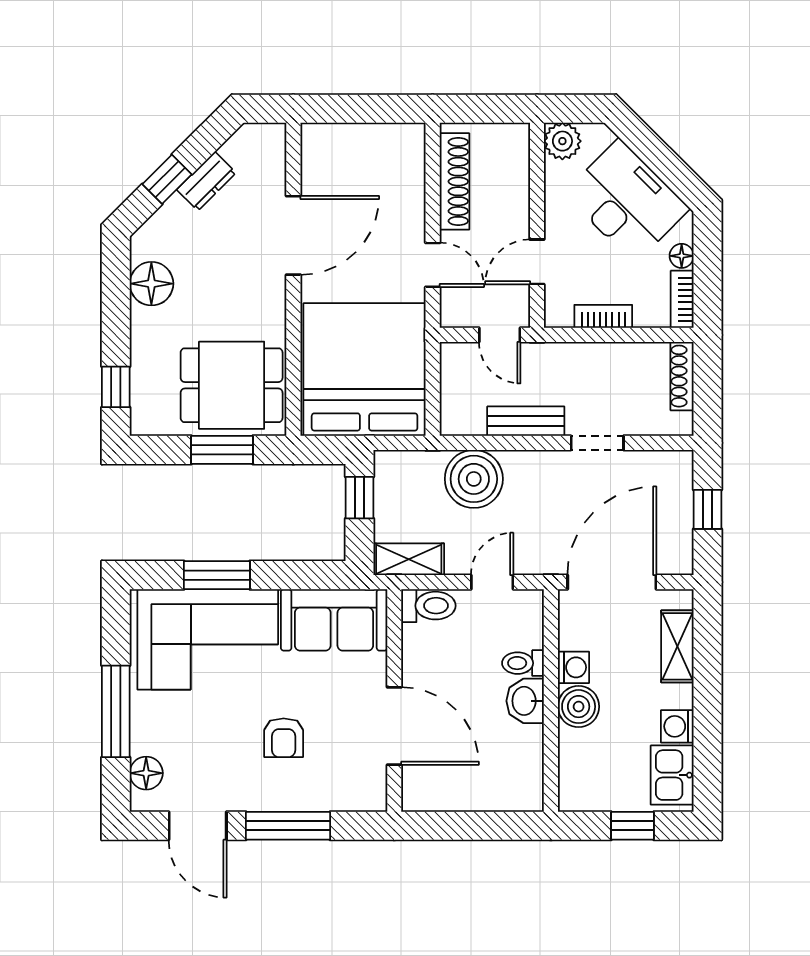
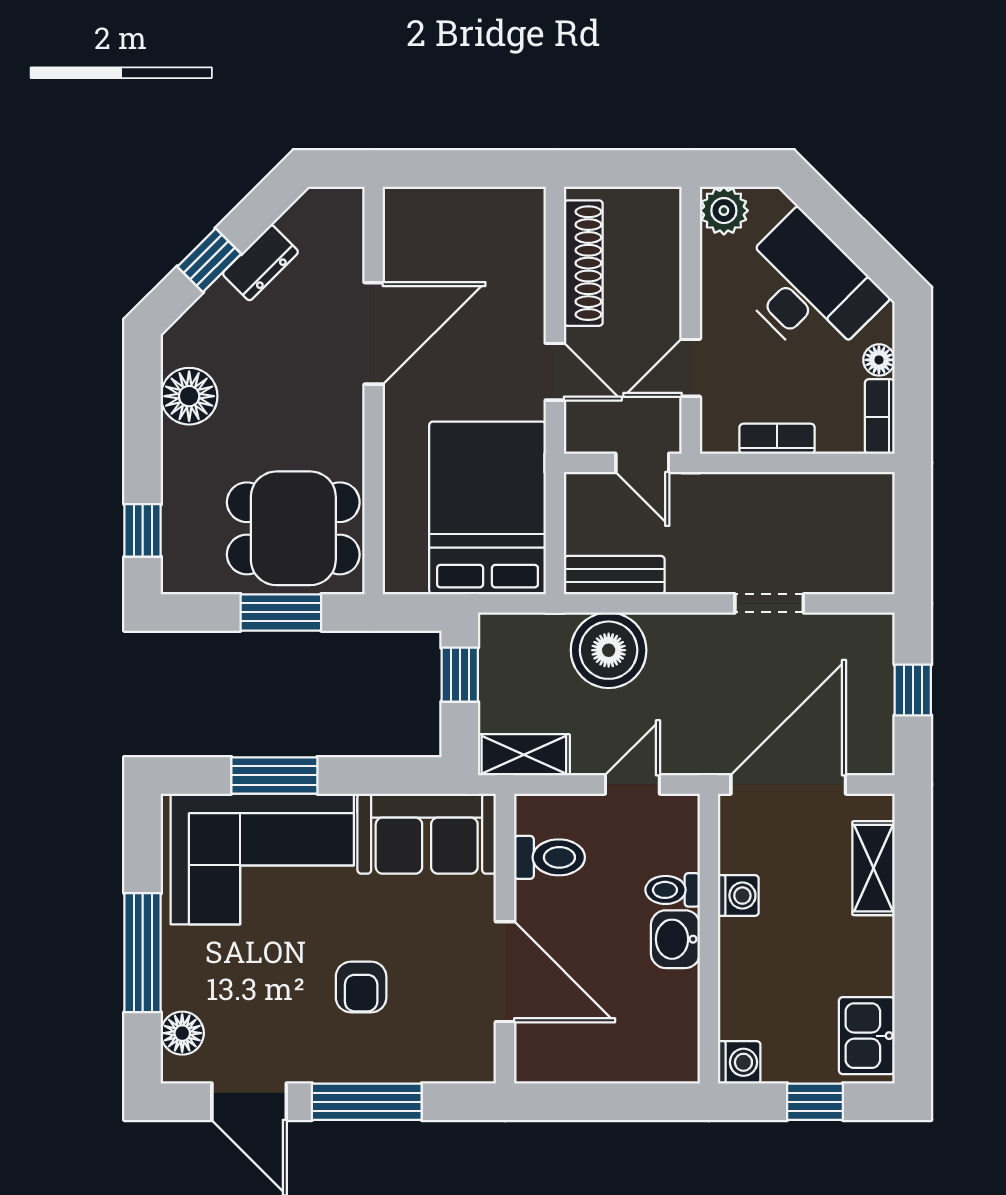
bed: (365, 370) -> (488, 508), width x0.73
shoe rack: (682, 376) -> (880, 516), removed
bench: (526, 421) -> (614, 575), moved
toilet: (428, 606) -> (549, 857), moved
boiler: (579, 707) -> (745, 946), removed
washing machine: (677, 726) -> (739, 1062), moved, turned 180

